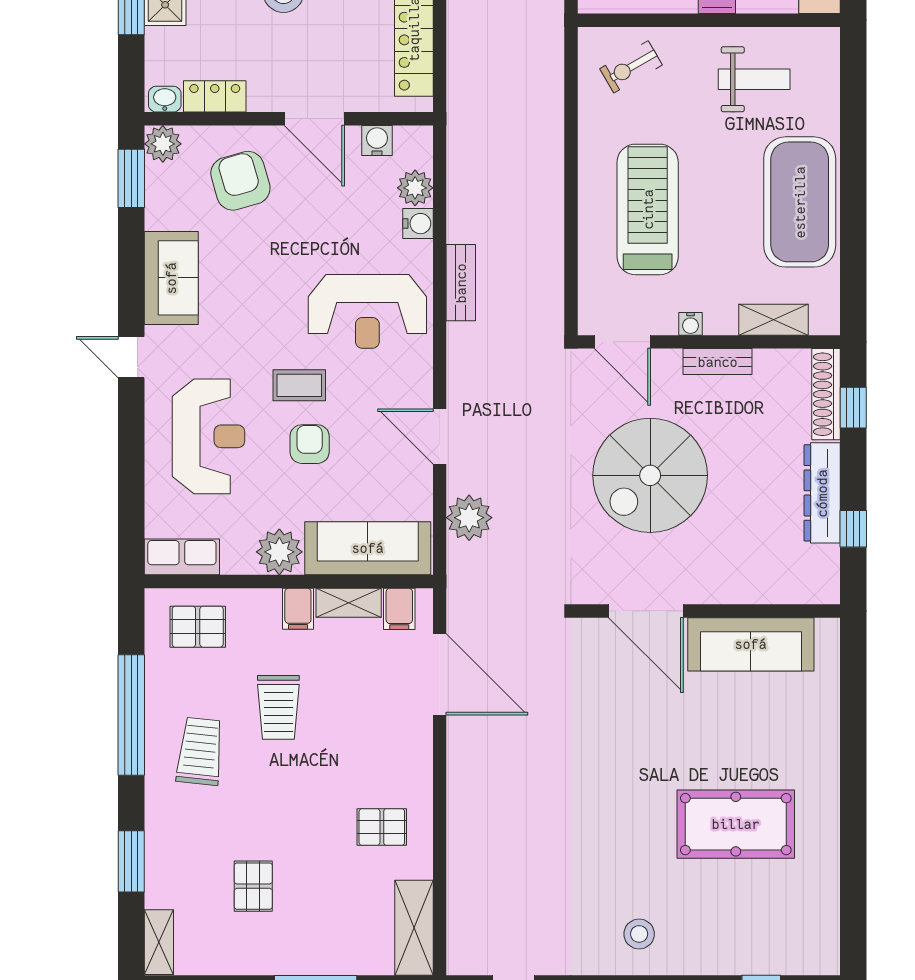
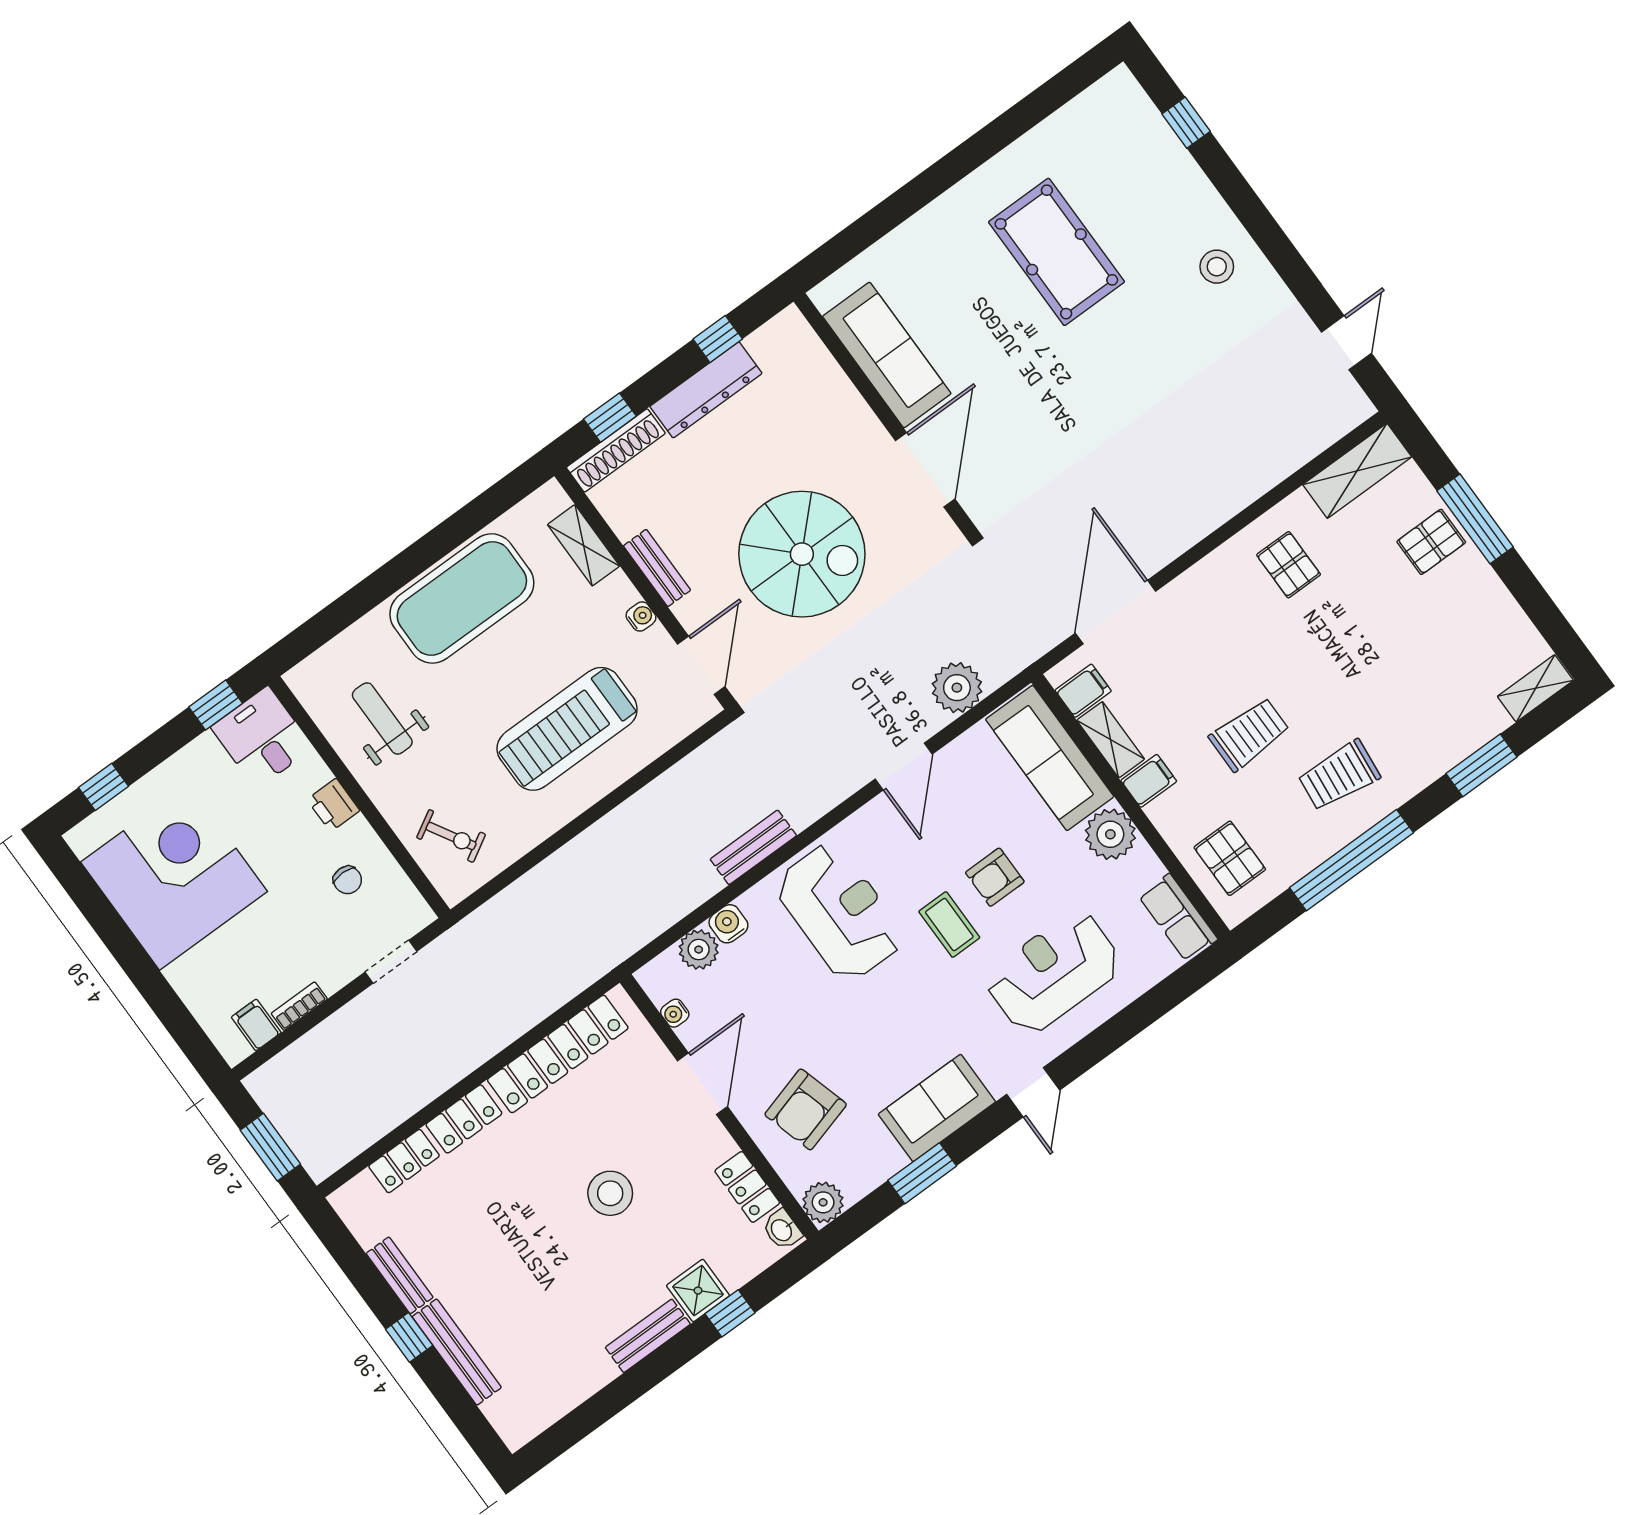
water cooler: (377, 141) -> (675, 1013), width x0.72, depth x0.72
window: (131, 178) -> (922, 1173), moved
pallet: (253, 886) -> (1431, 542), moved

